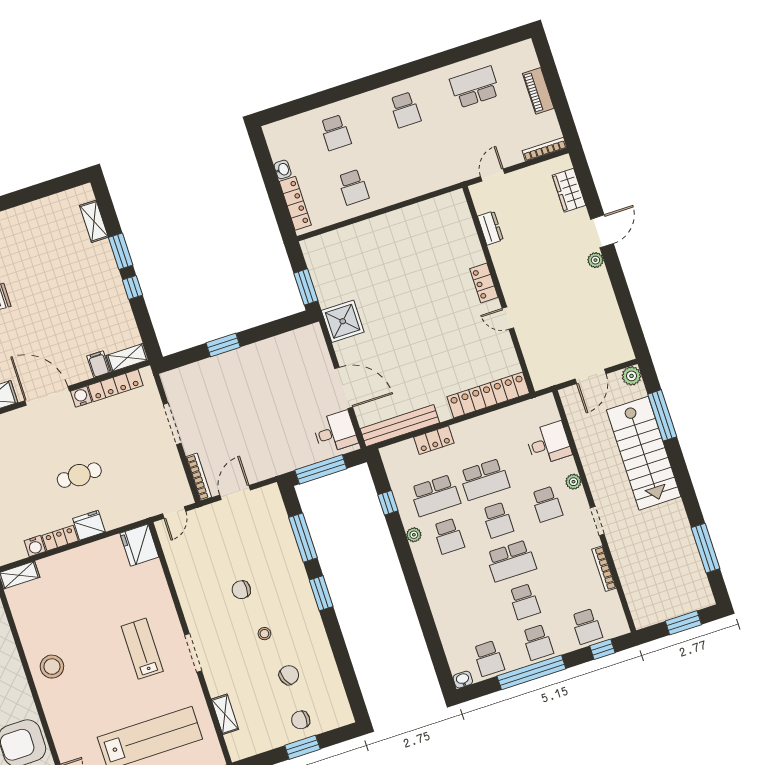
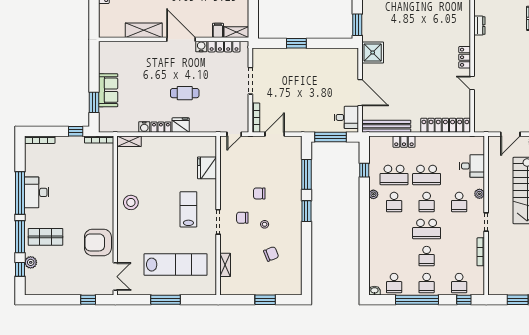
fridge: (139, 545) -> (207, 168), moved
chair: (301, 720) -> (242, 218), moved

